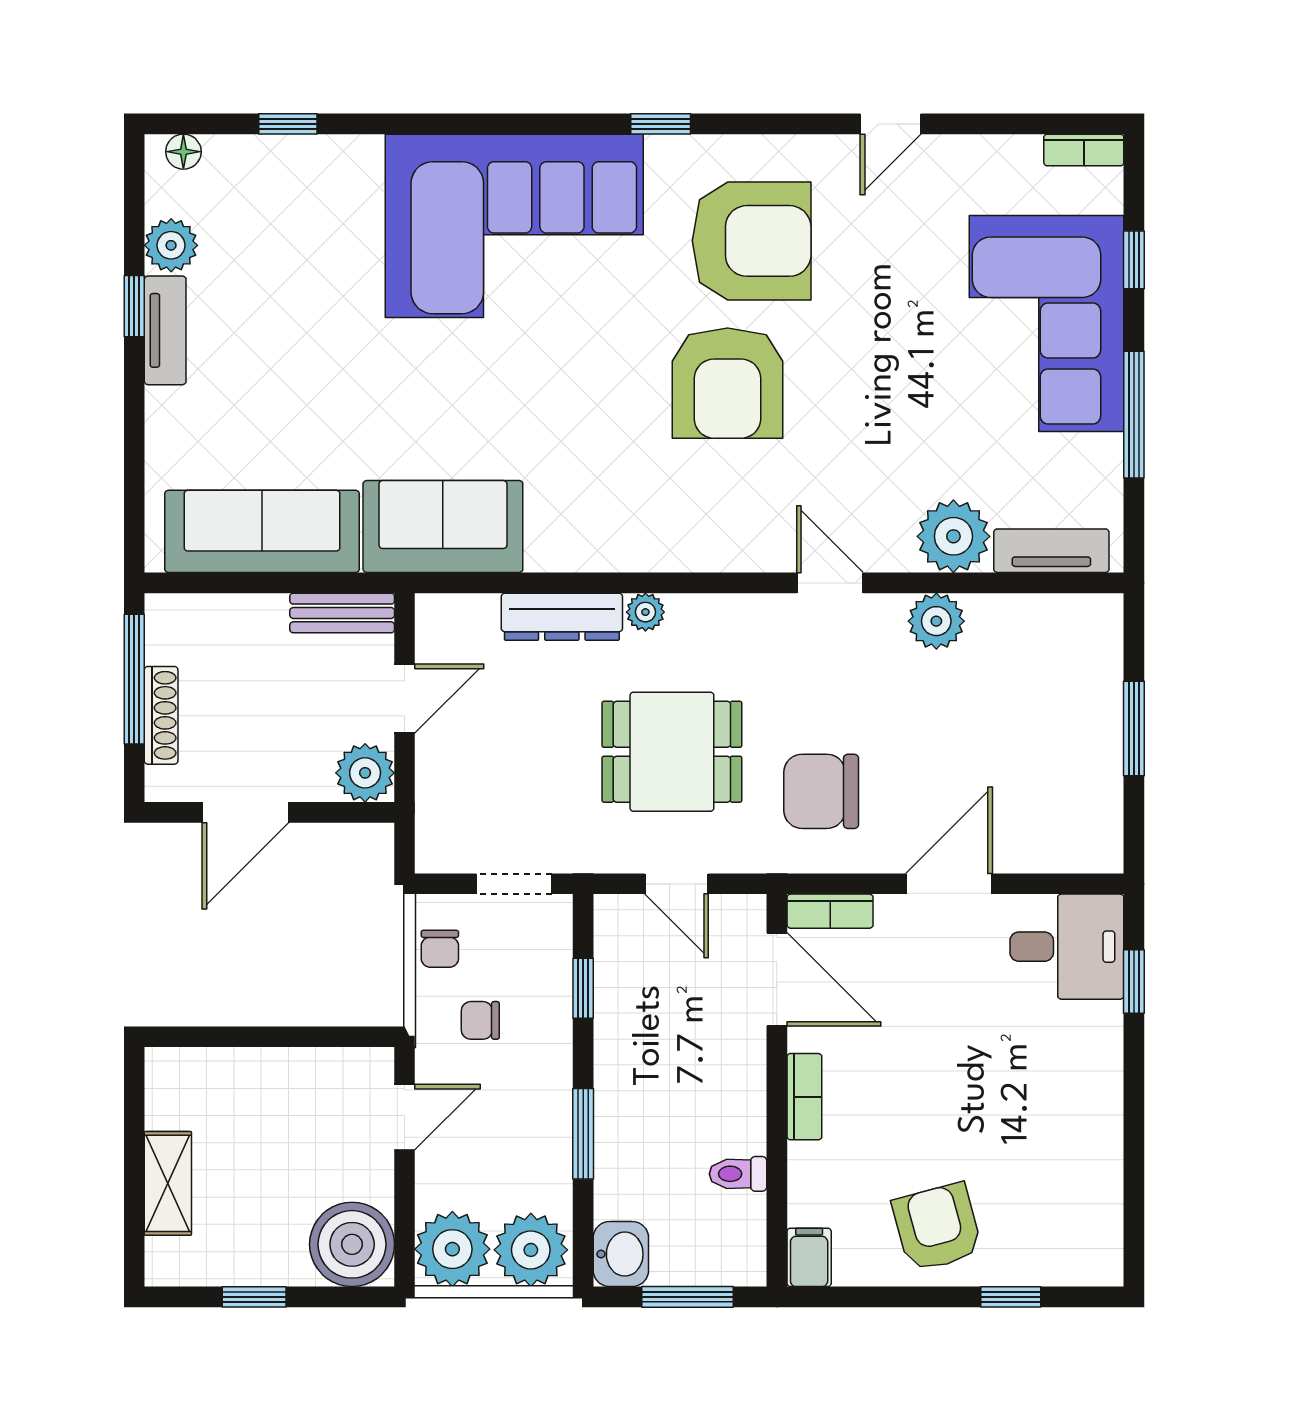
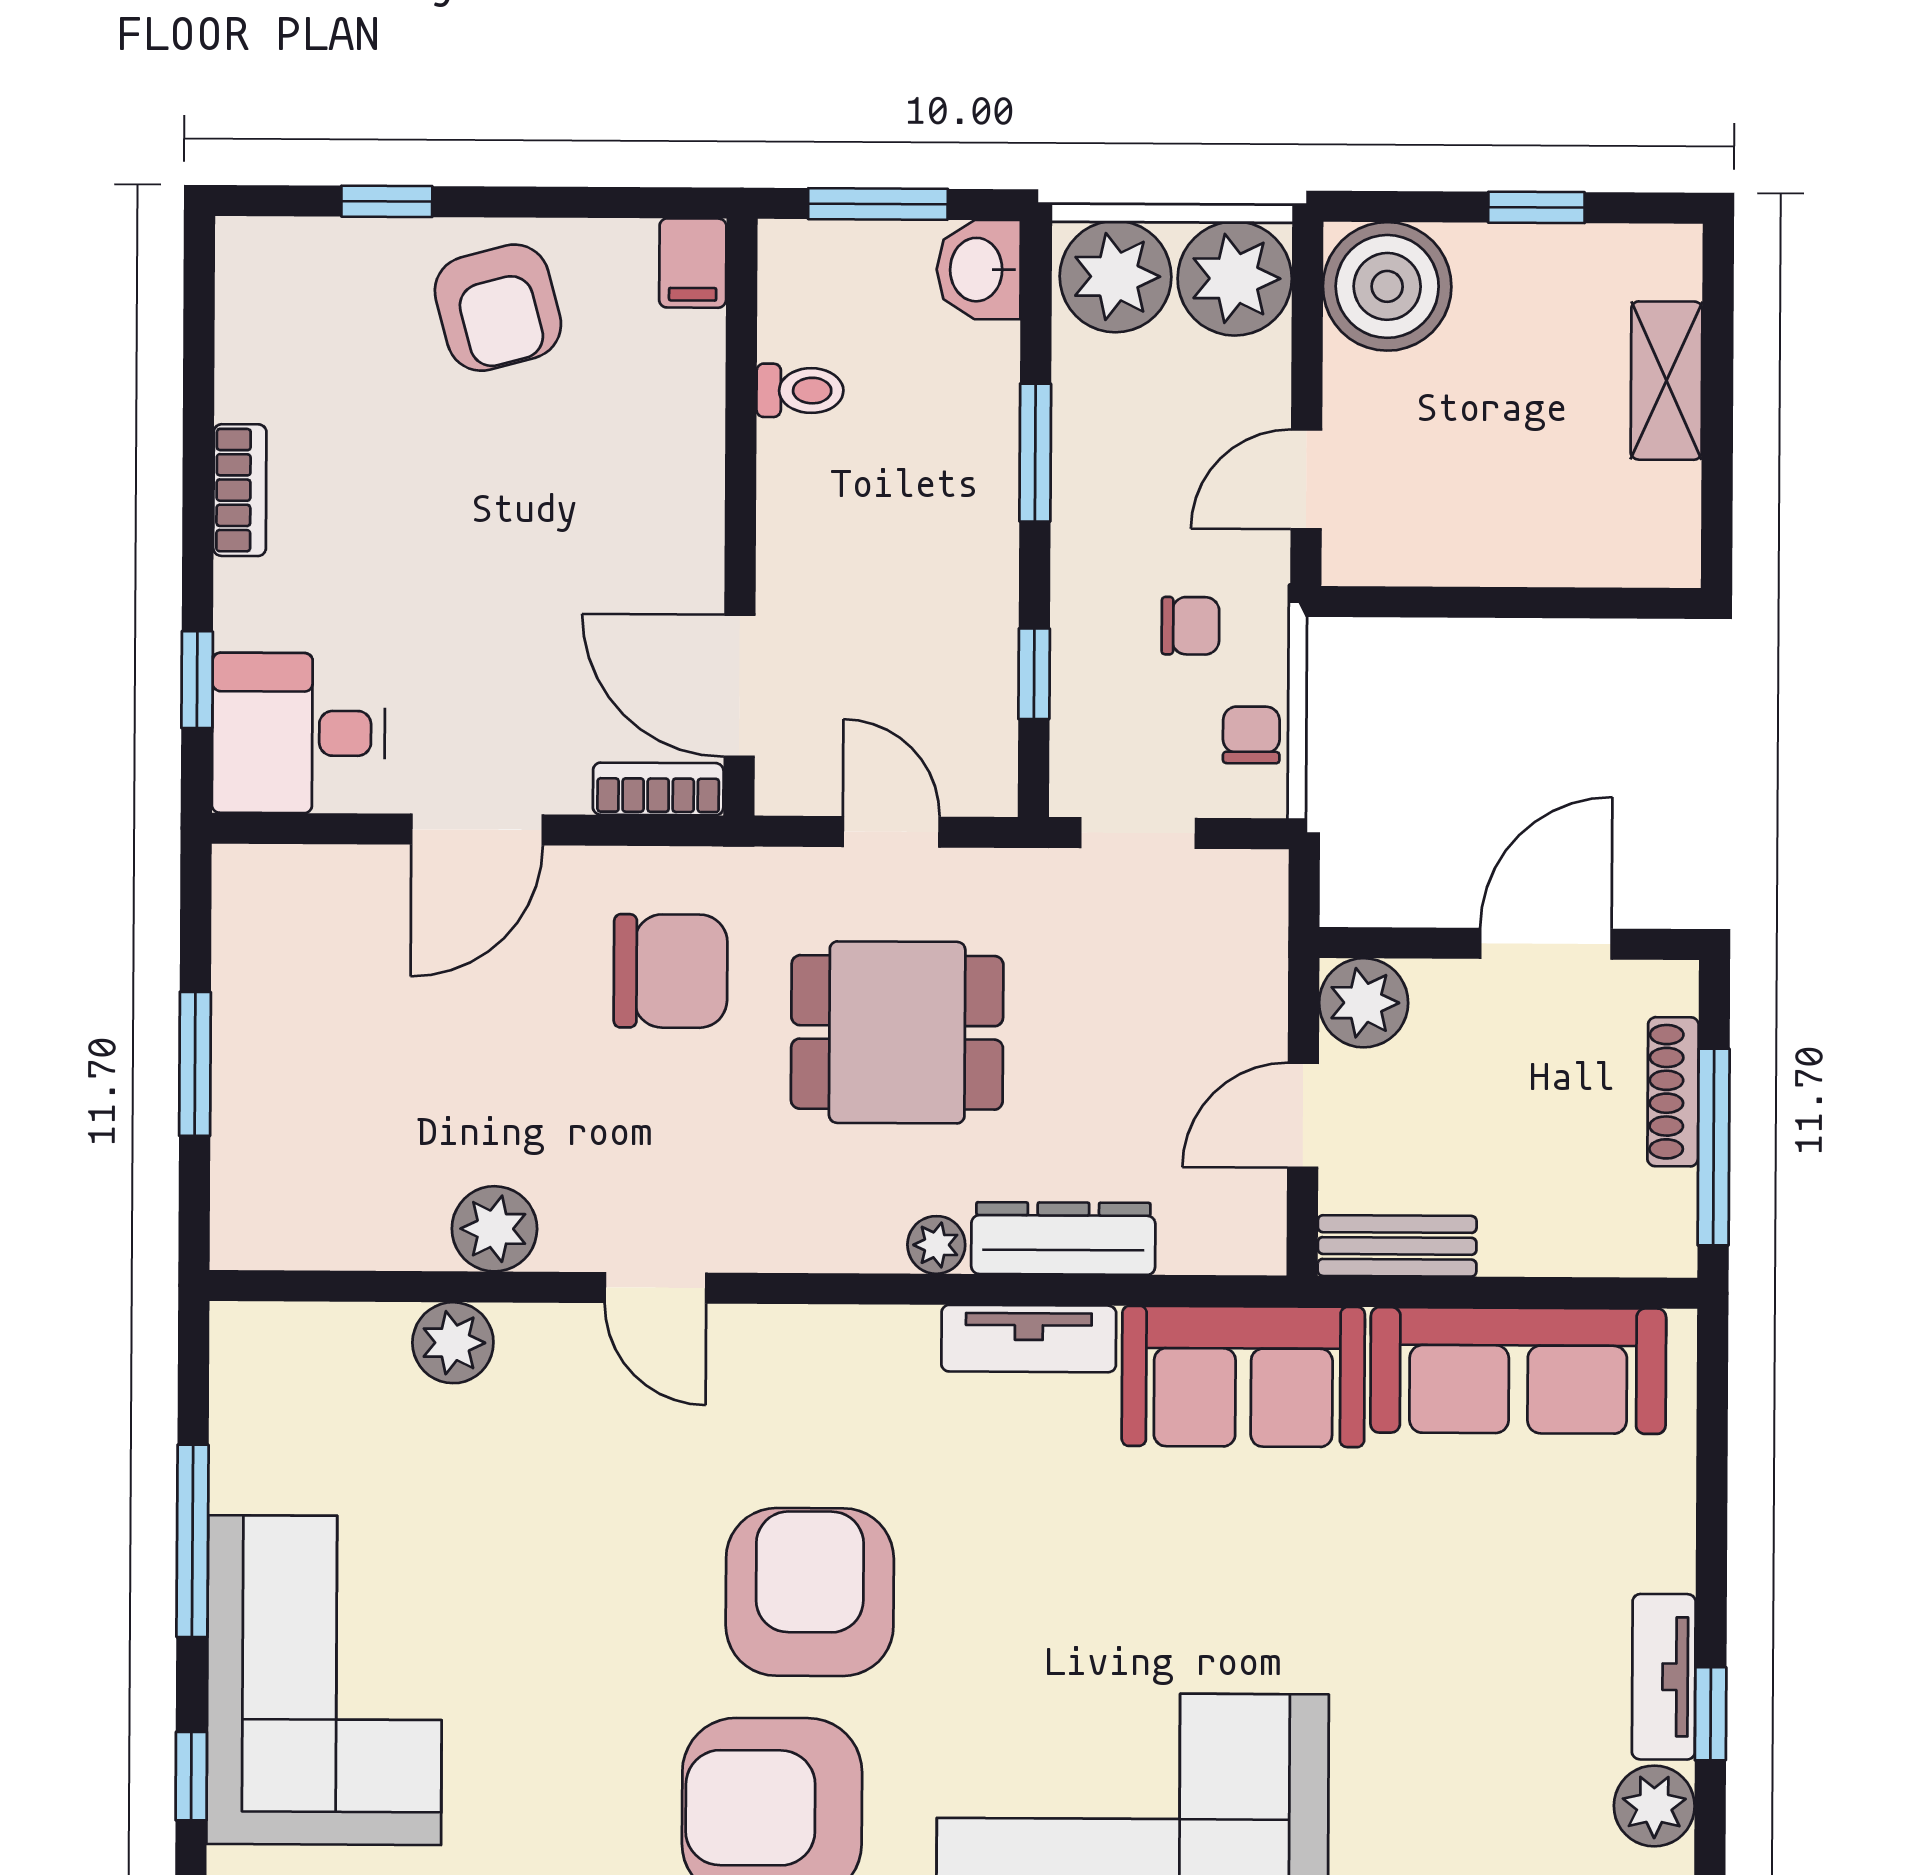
plant: (953, 536) -> (453, 1343), width x0.73, depth x0.73
tv unit: (1051, 551) -> (1029, 1339), moved
bookcase: (804, 1097) -> (240, 490), moved, turned 180

